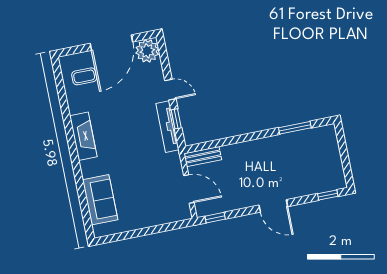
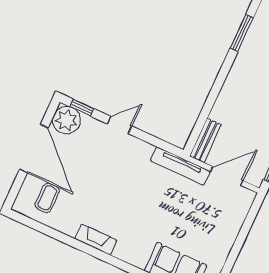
window: (176, 119) -> (82, 108), moved
tv unit: (167, 127) -> (180, 166), moved
fireplace: (83, 136) -> (96, 239), width x0.73, depth x0.76

